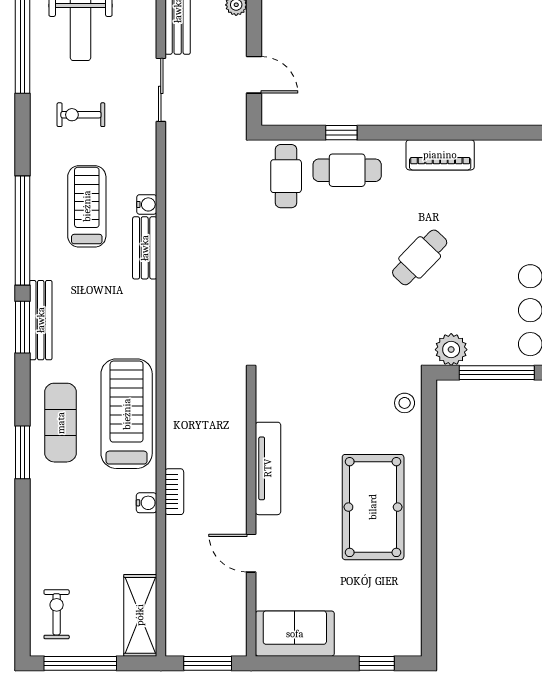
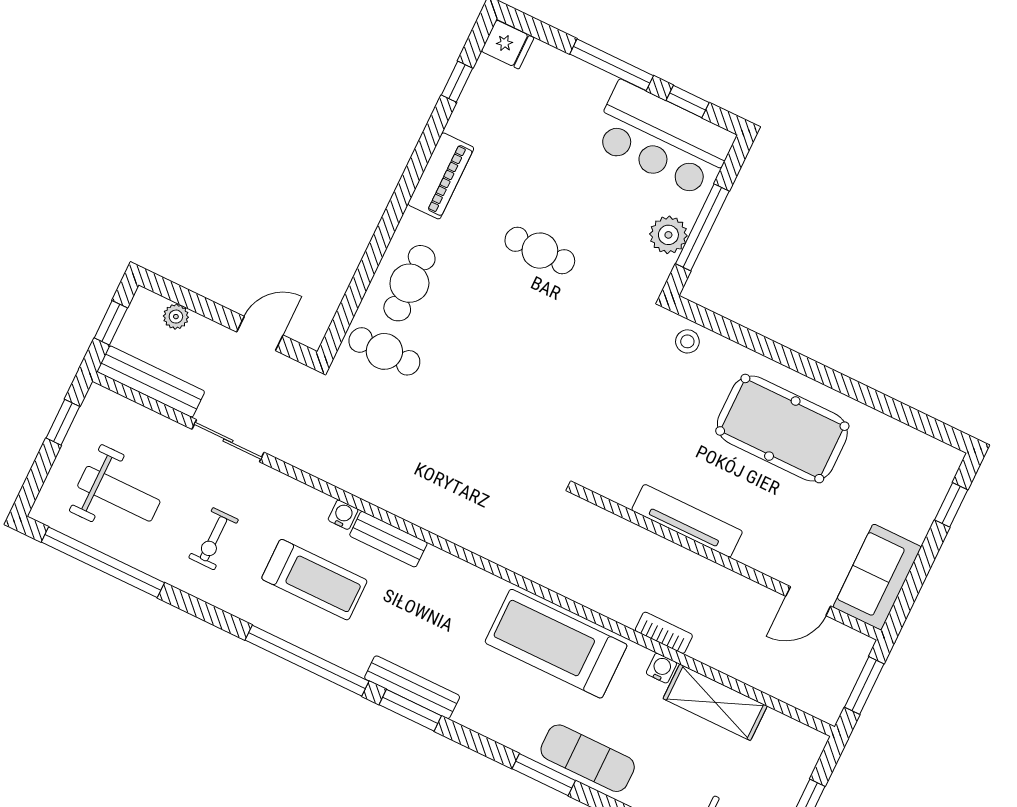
window: (341, 133) -> (457, 82), moved
treadmill: (87, 206) -> (314, 580), turned 180
cafe table: (420, 257) -> (540, 251), turned -44
plant: (451, 350) -> (668, 235), moved
exercise mat: (61, 423) -> (588, 758), moved
door: (251, 553) -> (808, 601), moved
shelving: (140, 615) -> (715, 702), moved

